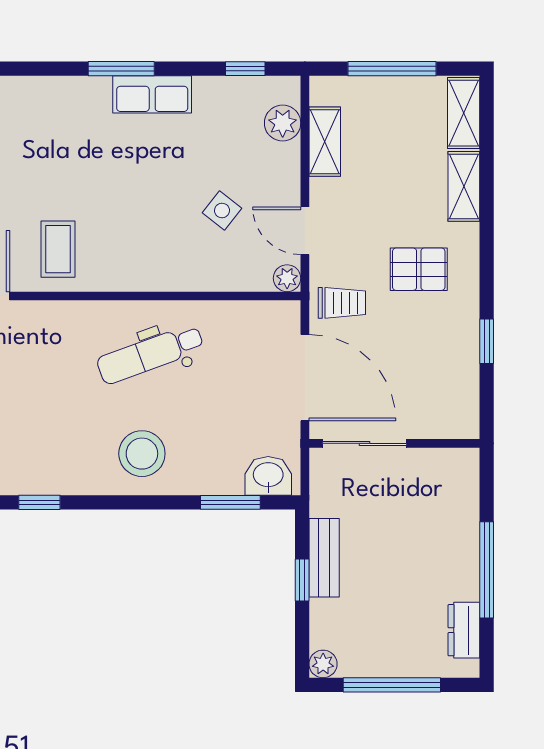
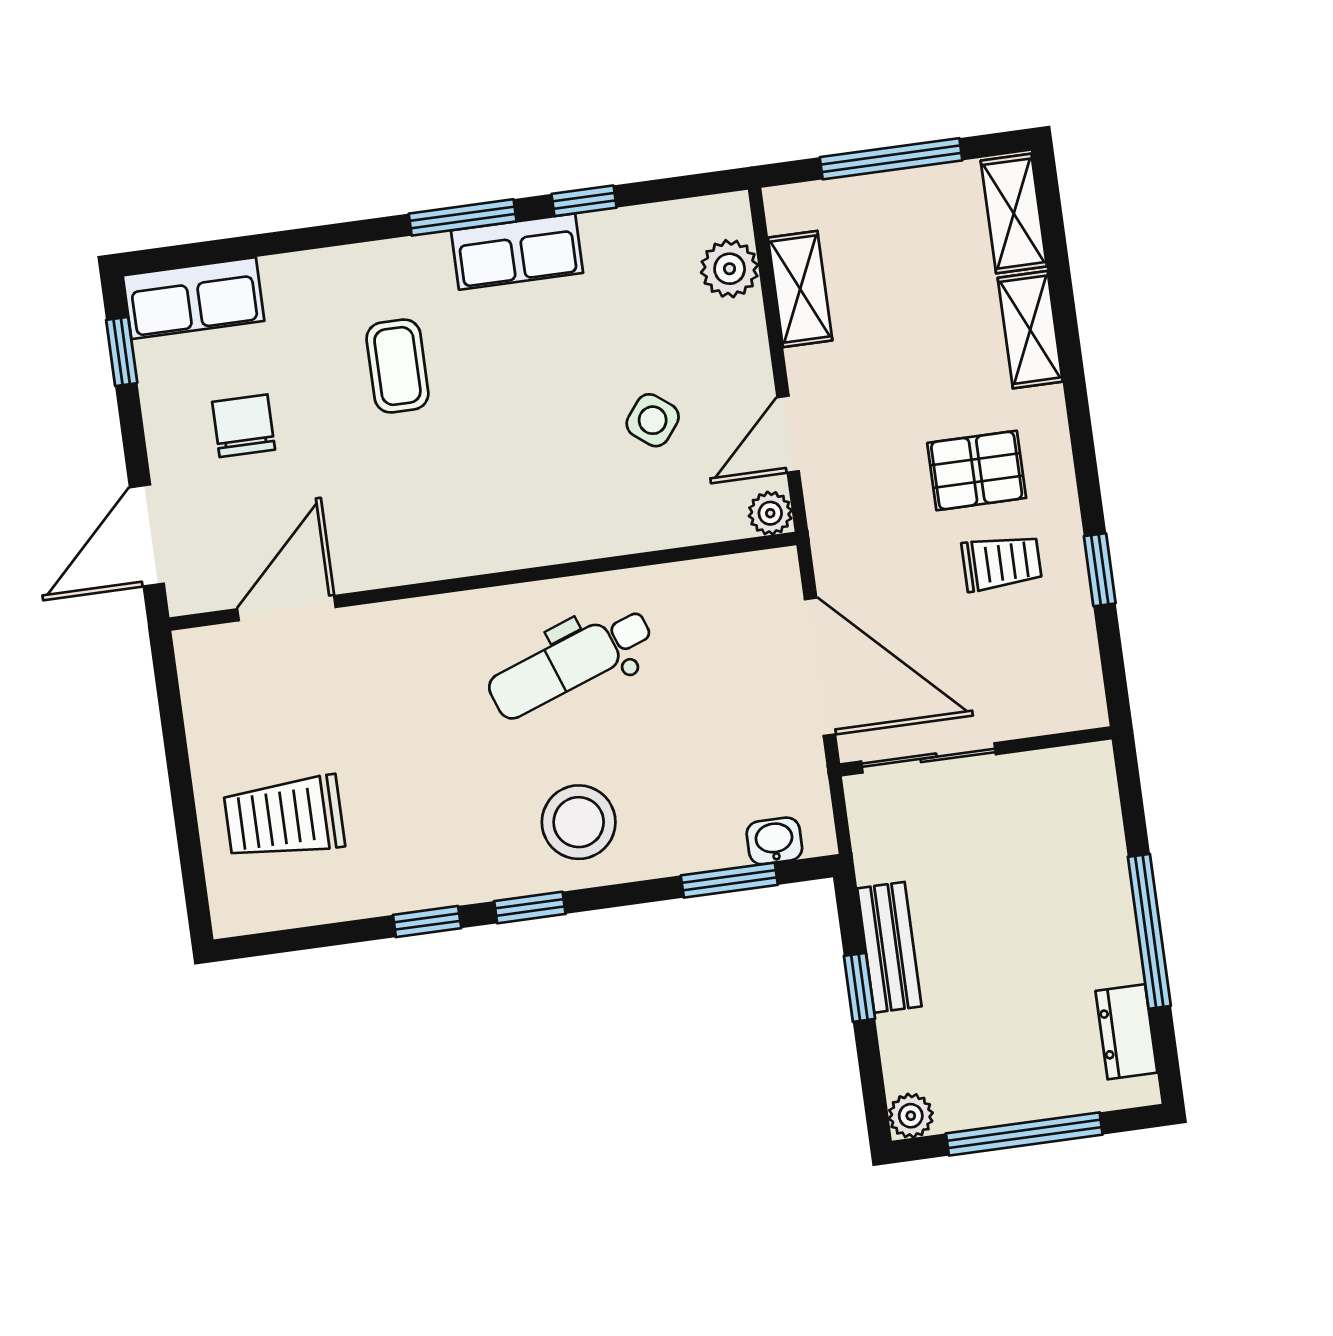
window: (245, 69) -> (584, 201), moved
door: (305, 231) -> (788, 434), hinge flipped
coffee table: (58, 249) -> (397, 366), moved
trolley: (342, 303) -> (1002, 563), moved
washbasin: (268, 476) -> (774, 841), width x0.72, depth x0.69
window: (104, 502) -> (530, 907), added

